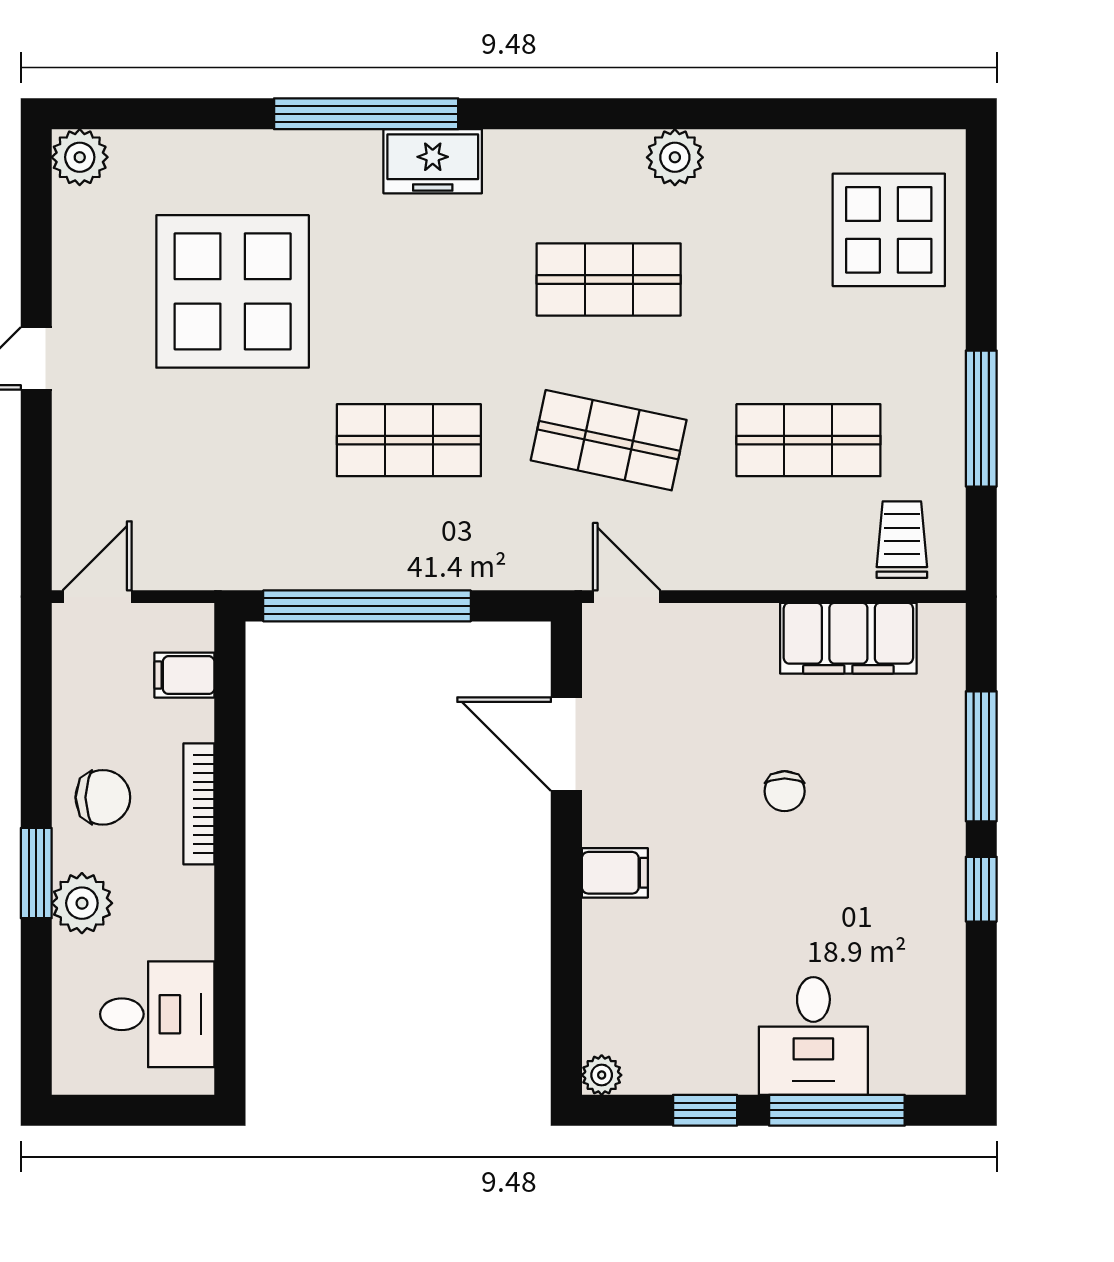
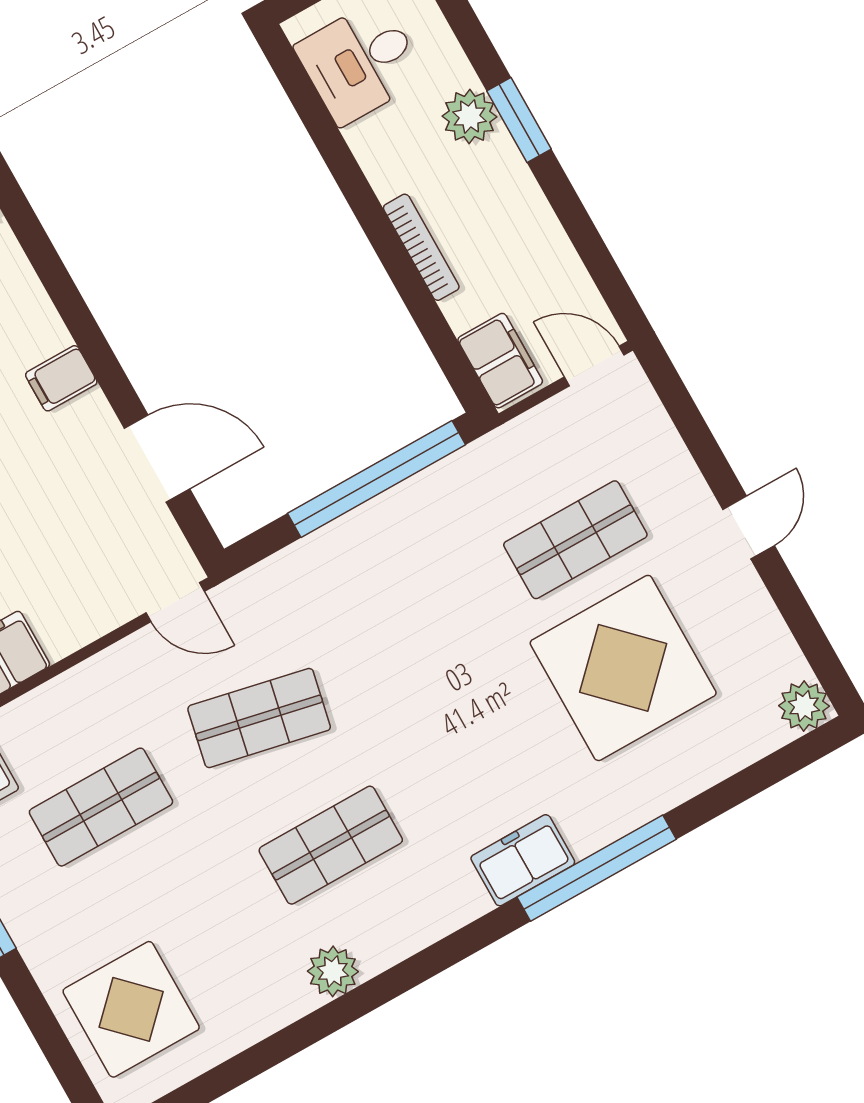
shop shelf: (409, 440) -> (575, 540), moved
door: (97, 597) -> (594, 366), swing flipped
filing cabinet: (184, 675) -> (500, 361), width x2.00
chair: (103, 797) -> (500, 210), removed

